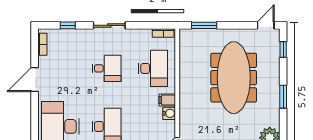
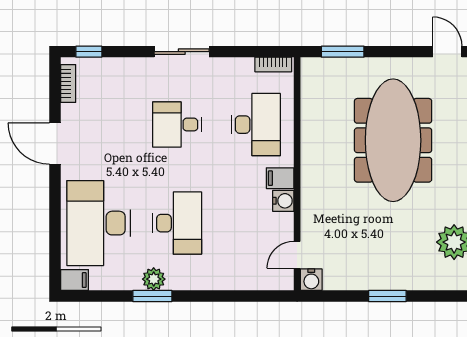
window: (68, 25) -> (89, 52), moved
door: (266, 25) -> (447, 52), hinge flipped
desk: (107, 68) -> (177, 125), turned 180
door: (35, 80) -> (55, 144), hinge flipped

